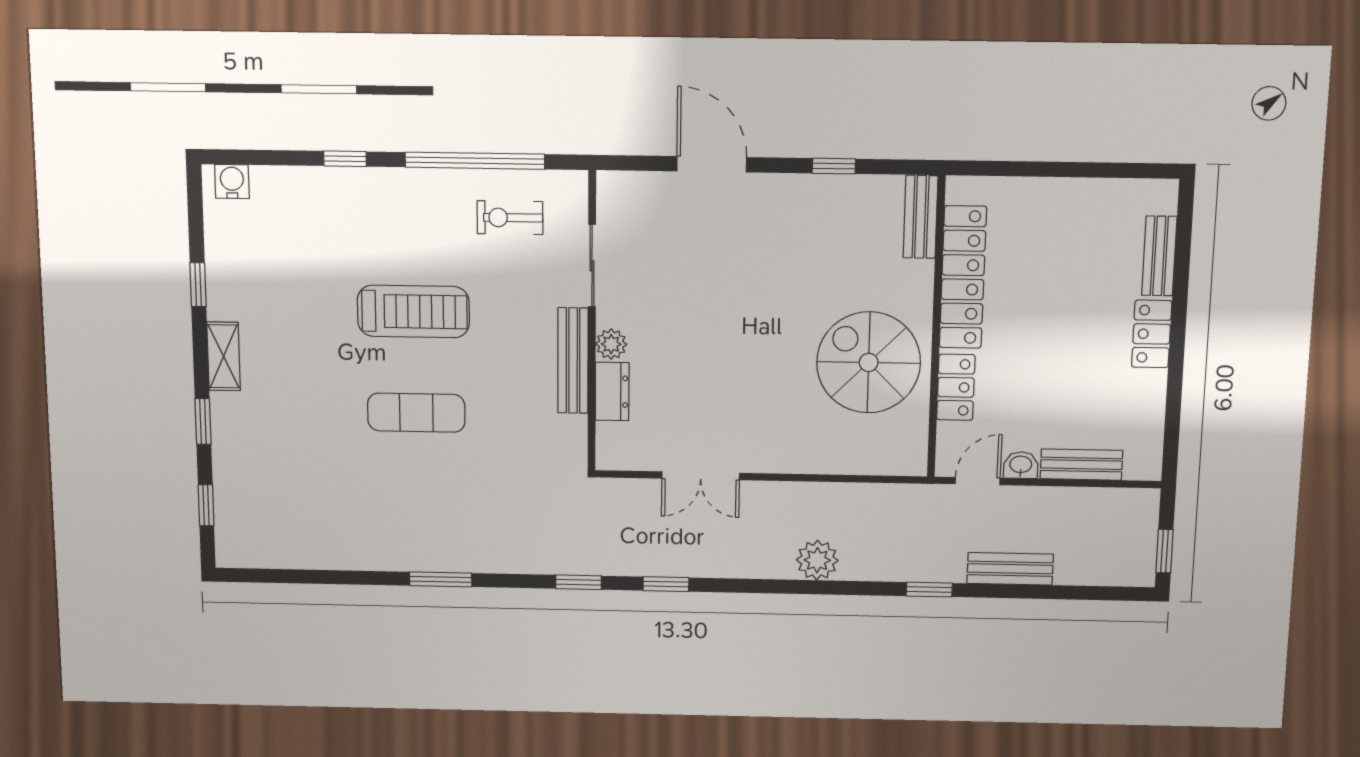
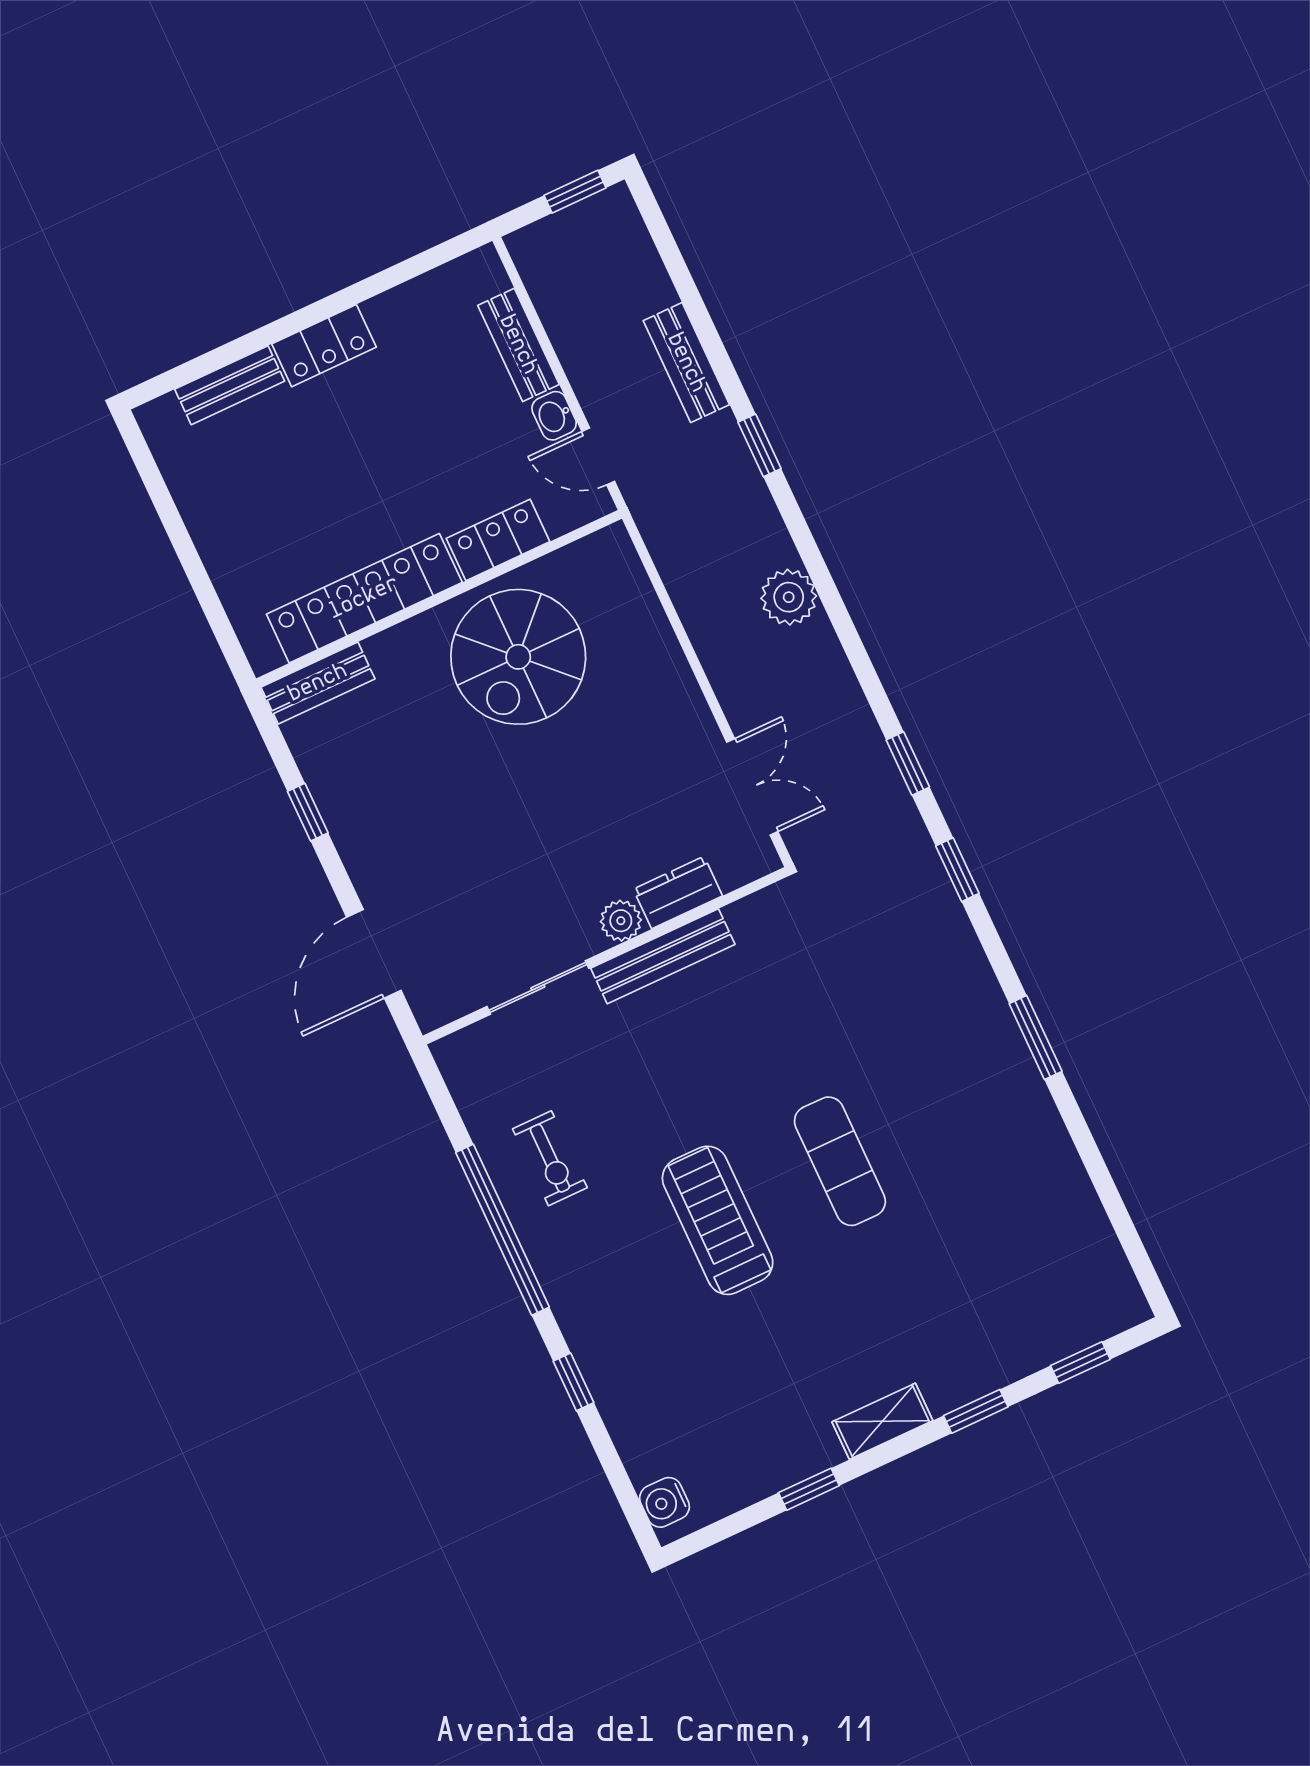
sliding door: (592, 266) -> (538, 987), moved
wall: (592, 322) -> (606, 956), moved
plant: (611, 344) -> (621, 921), moved
bench: (573, 361) -> (663, 956), moved
dresser: (612, 391) -> (678, 893), moved

